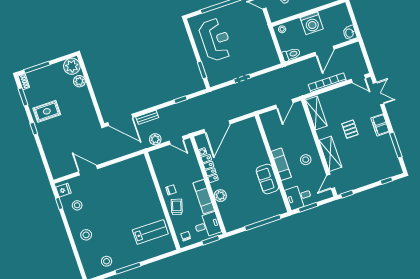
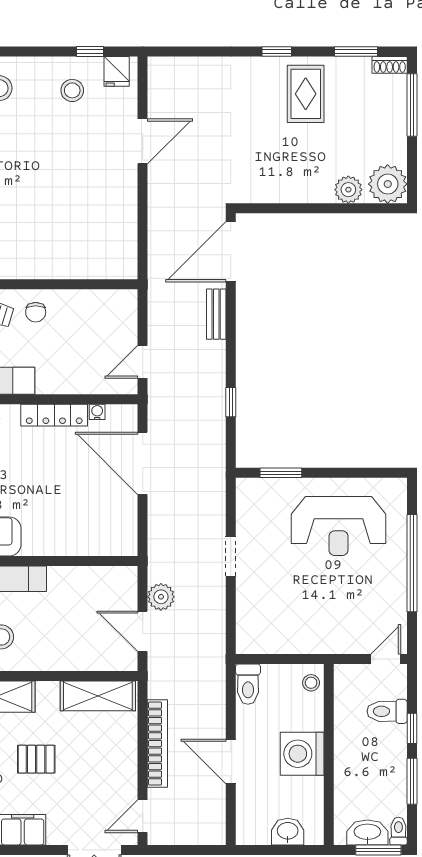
washbasin: (350, 33) -> (288, 832), moved
plant: (155, 139) -> (161, 597), moved

